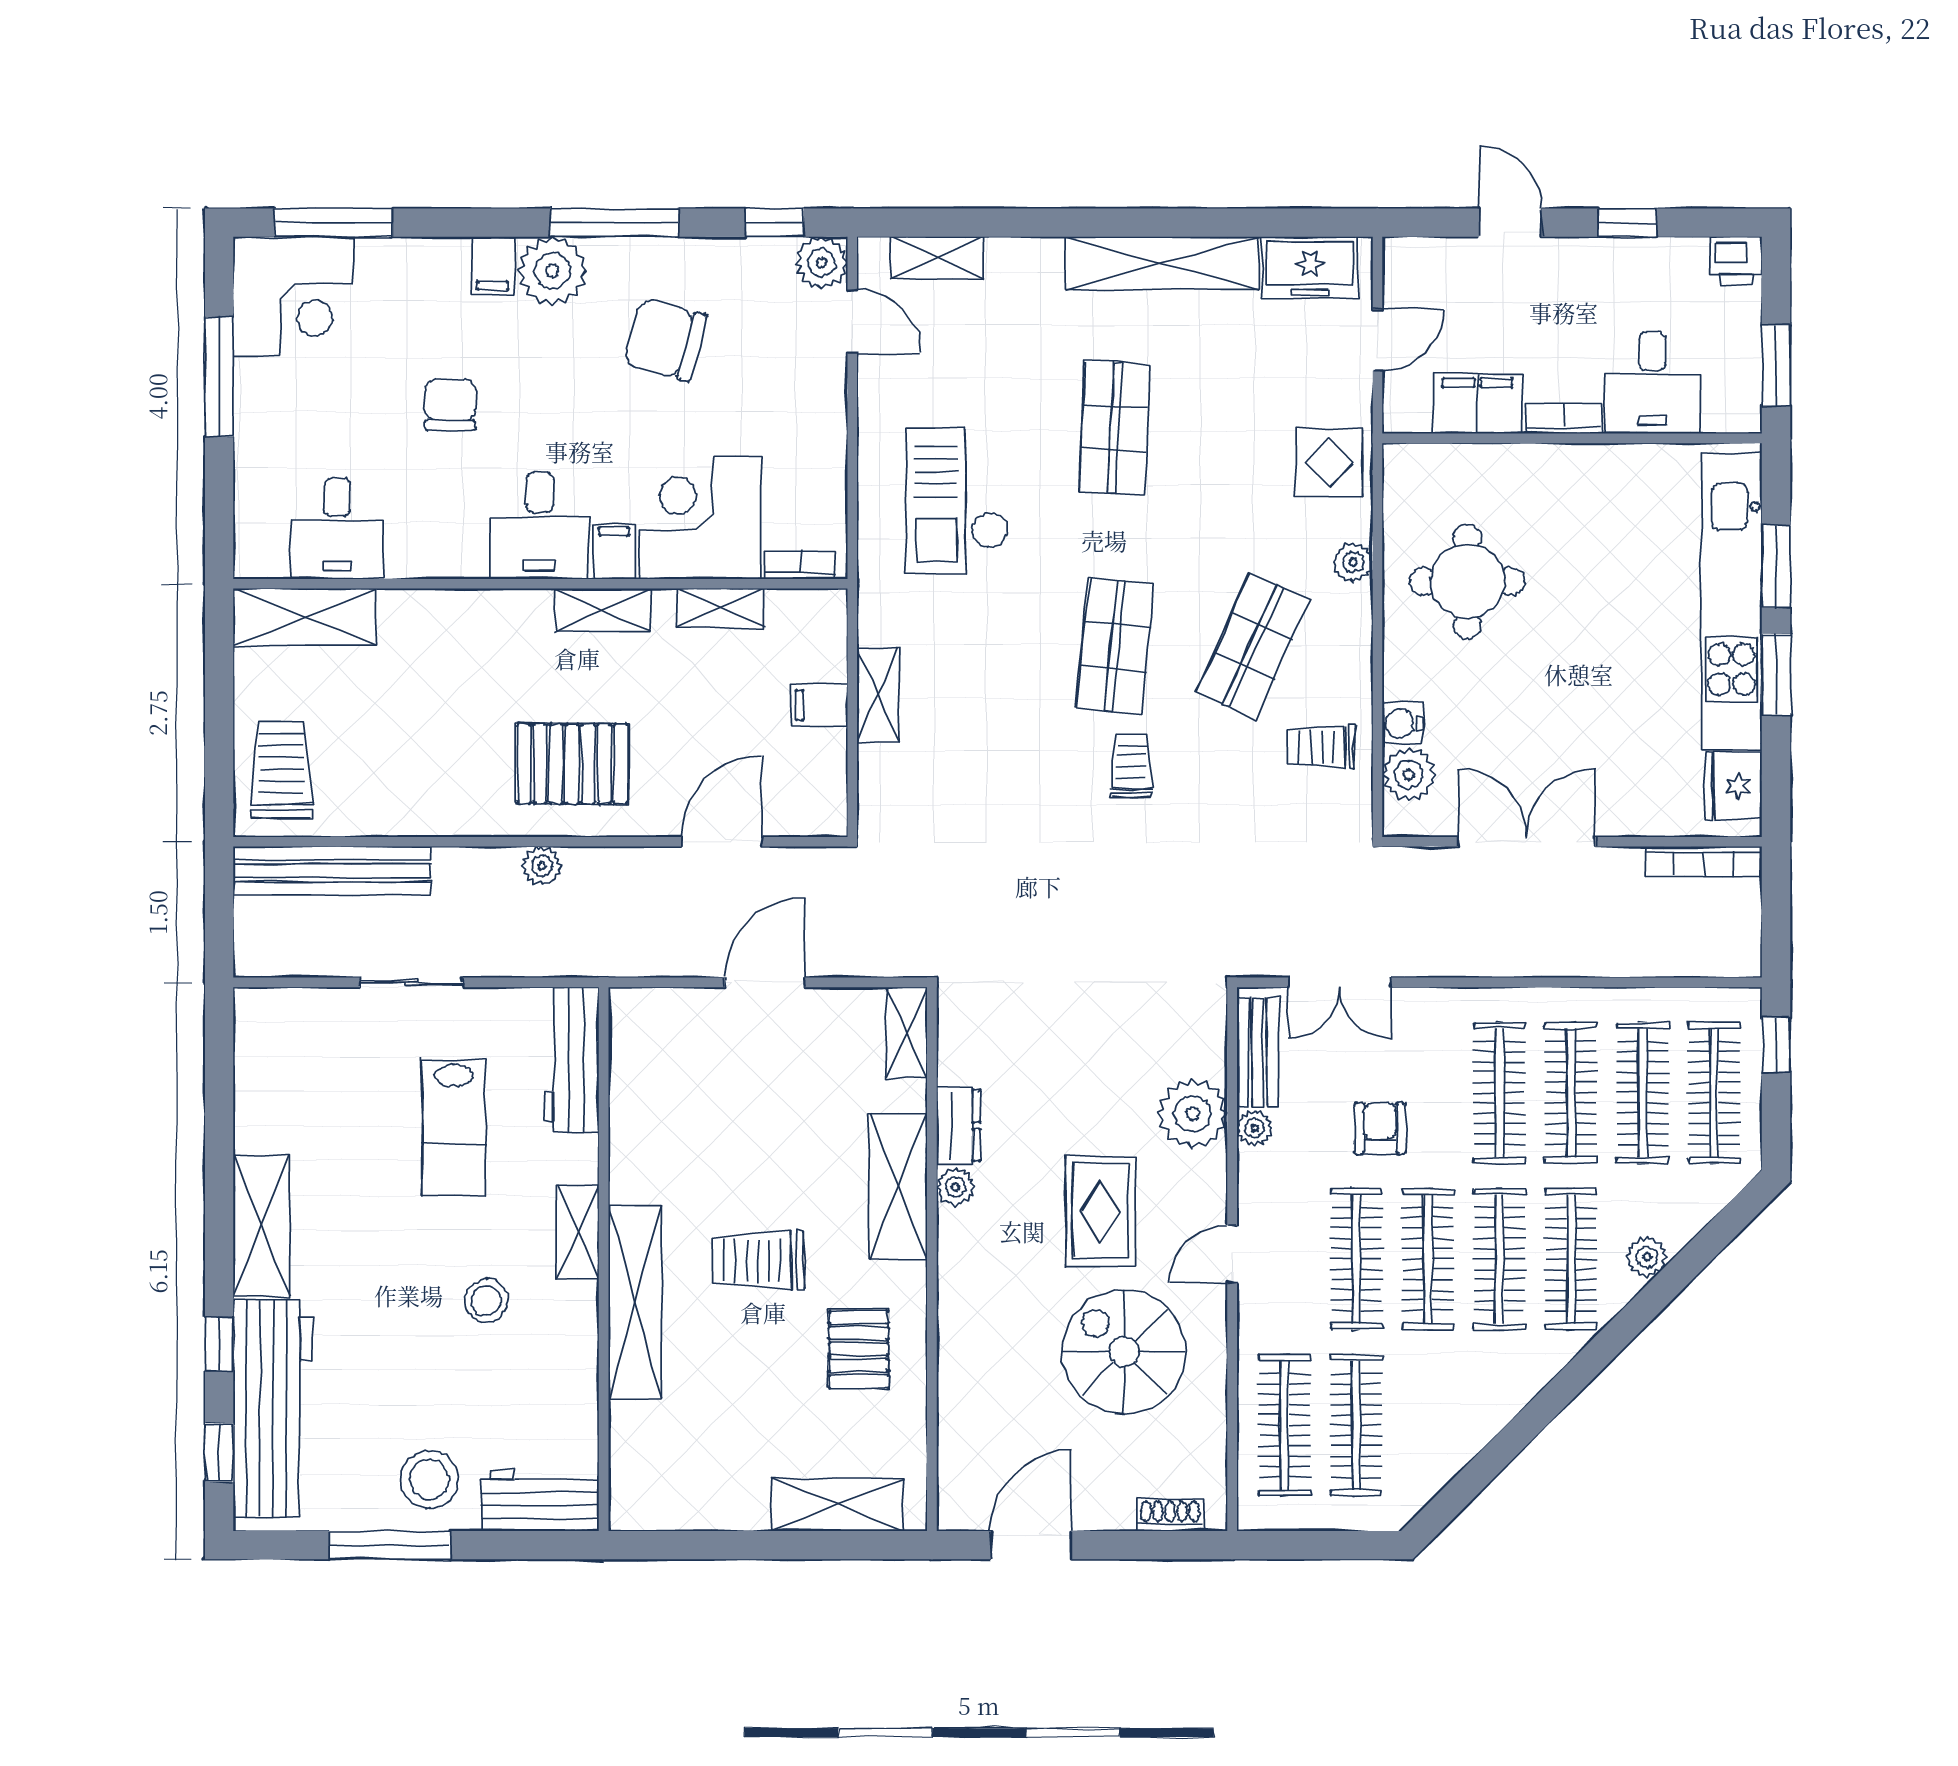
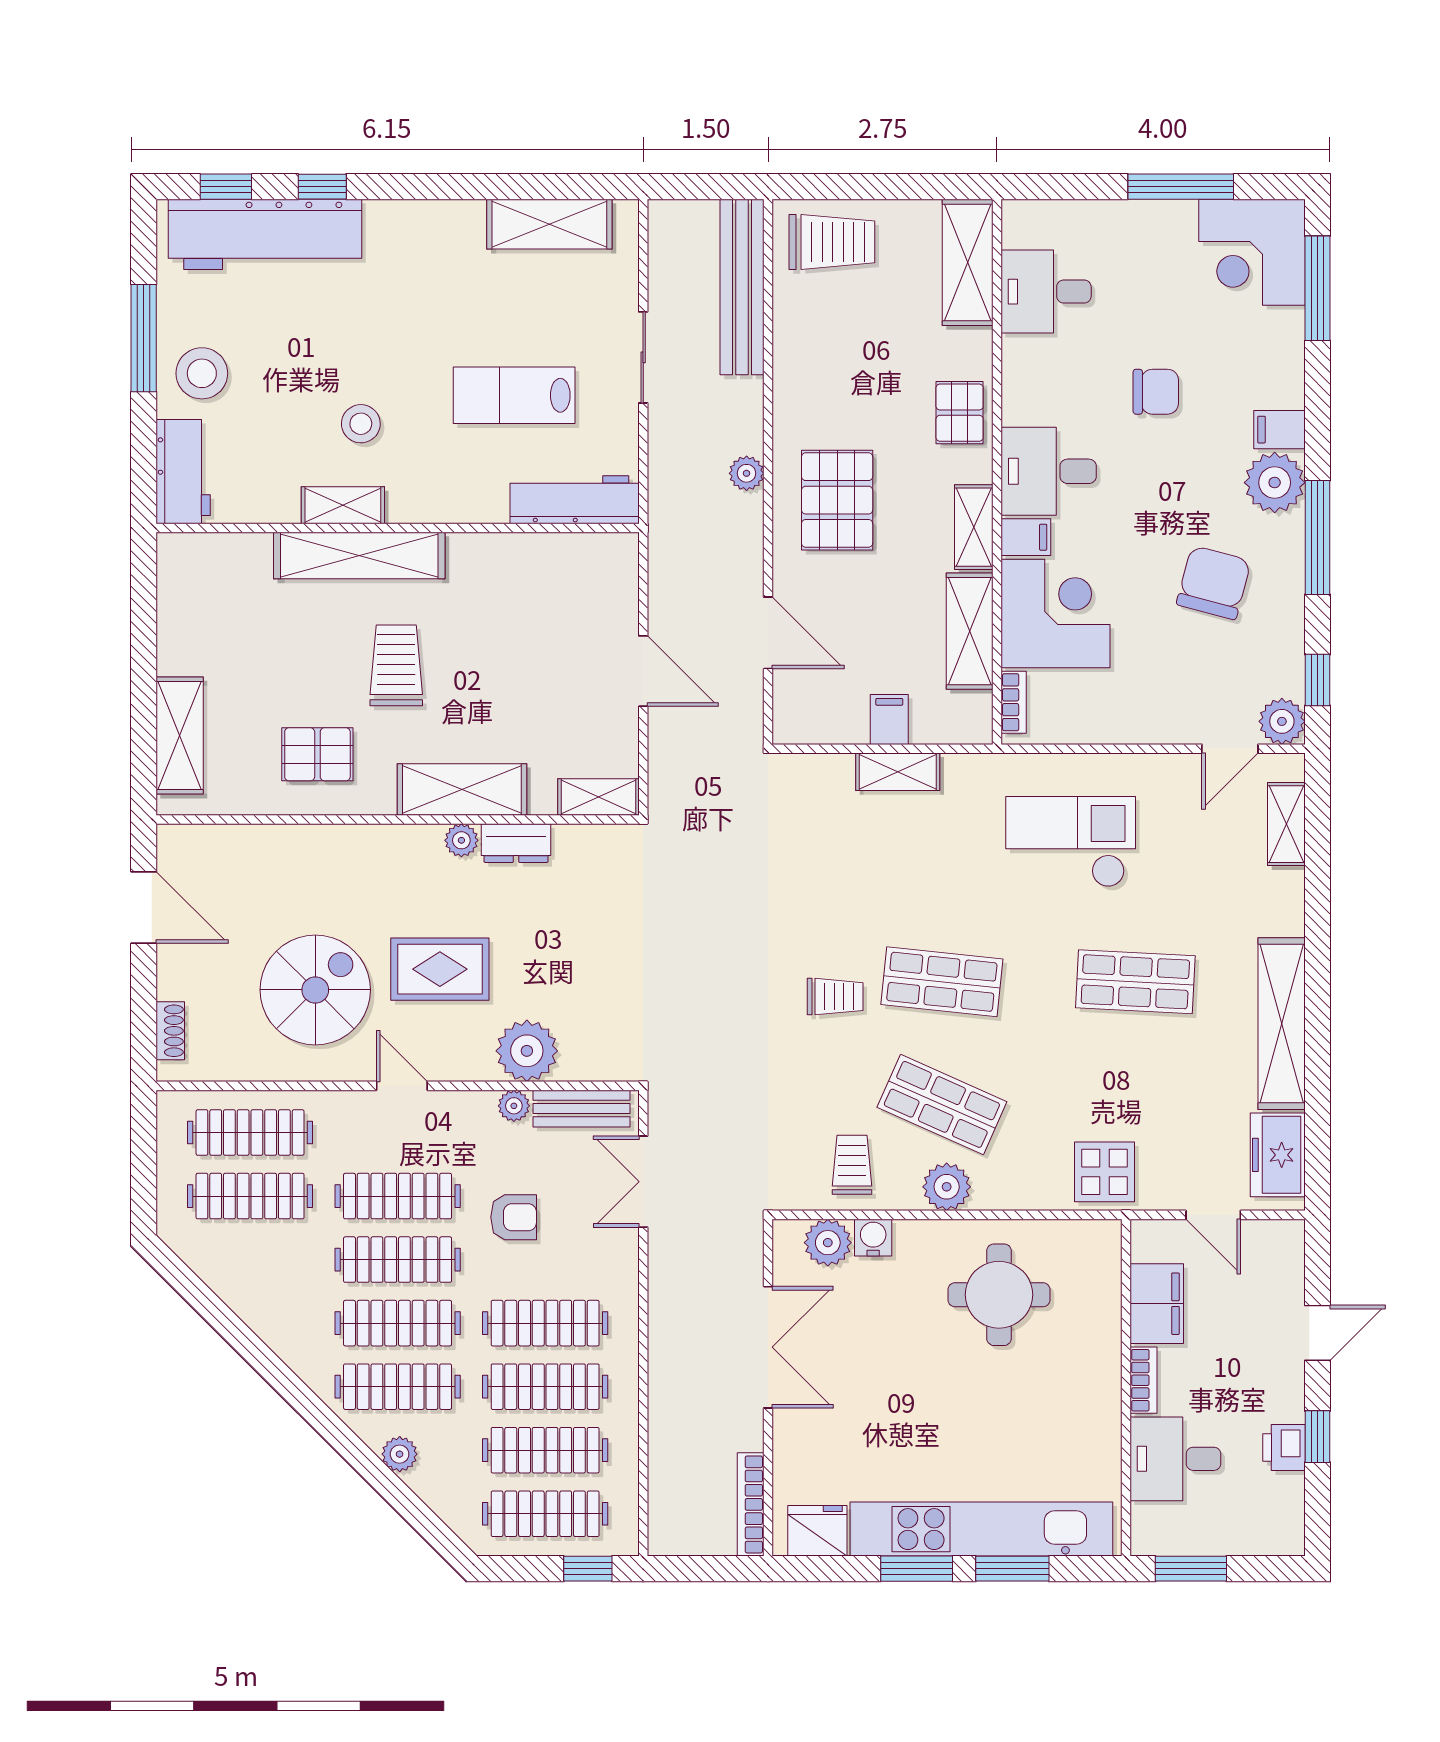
printer: (1736, 260) -> (1284, 1448), moved
plant: (1353, 562) -> (947, 1187), moved, width x1.38, depth x1.38
shelving: (720, 608) -> (970, 631), width x1.50, depth x1.33
pallet: (474, 626) -> (960, 413), added
shelving: (261, 1226) -> (549, 224), moved
shelving: (578, 1232) -> (343, 505), moved

